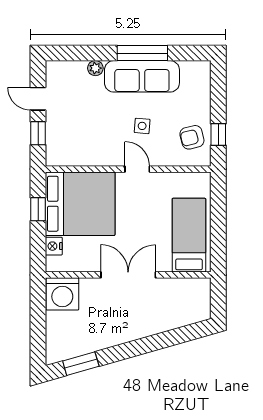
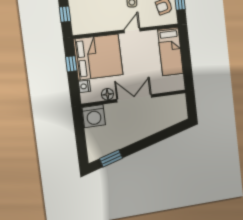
door: (137, 169) -> (132, 30), hinge flipped
bed: (189, 235) -> (170, 51), moved, turned 180
floor lamp: (87, 263) -> (107, 94), added

